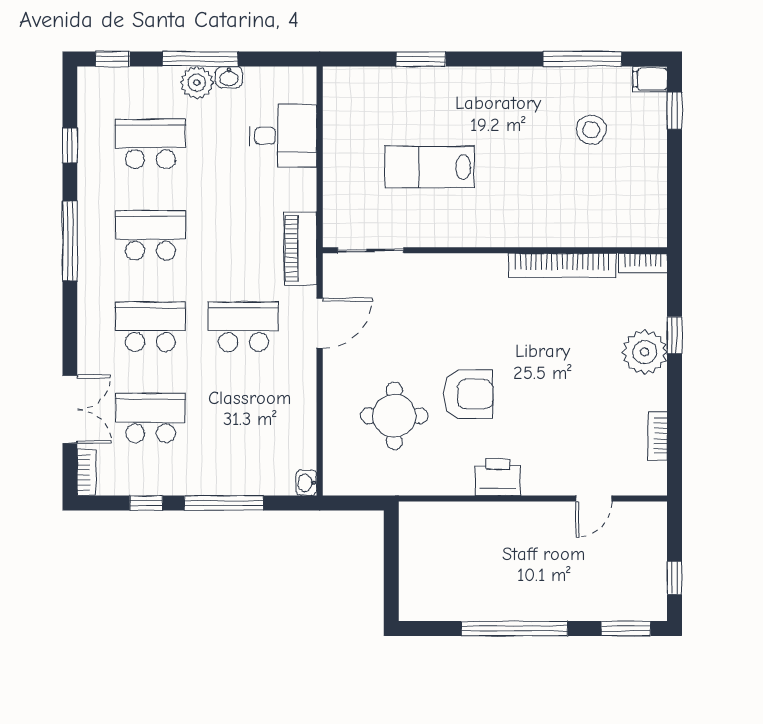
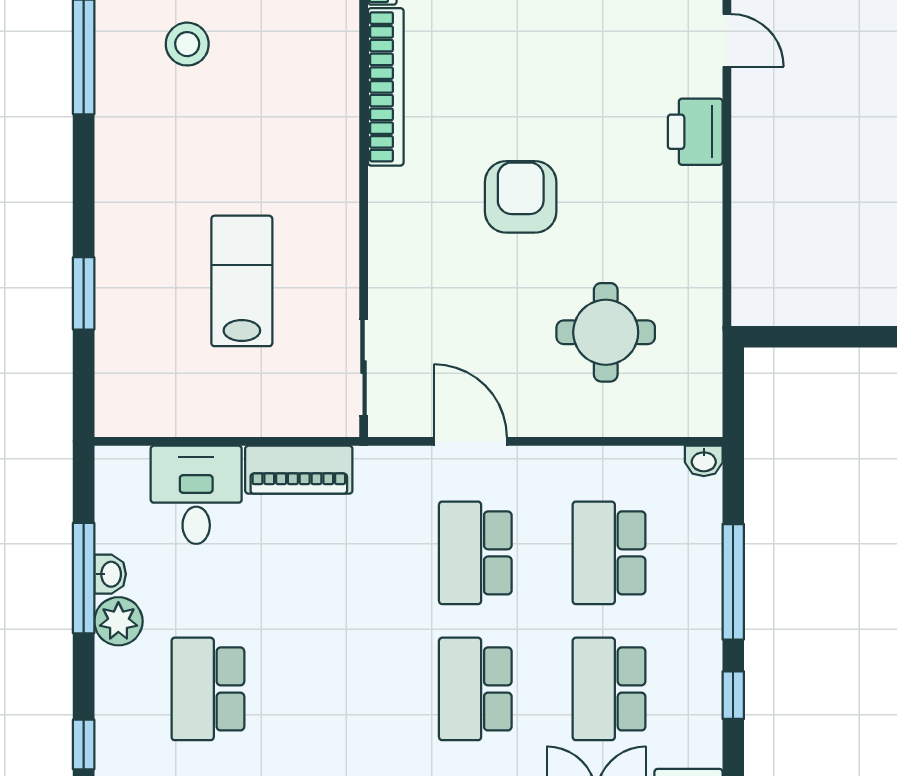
window: (200, 59) -> (84, 578), moved
lab bench: (429, 167) -> (242, 281), turned 180
school desk: (150, 235) -> (609, 553), moved
piano: (300, 248) -> (299, 470), moved
armchair: (468, 394) -> (521, 197), moved
printer: (498, 477) -> (695, 132), moved

